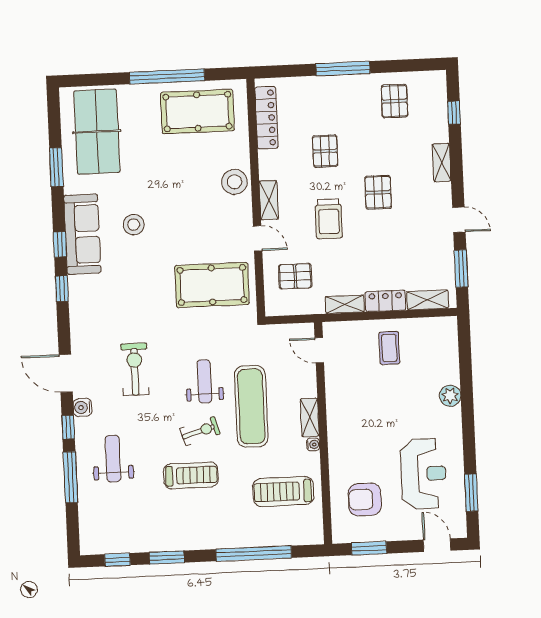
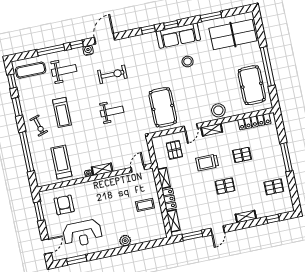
exercise mat: (251, 406) -> (31, 70), moved, width x0.73, depth x0.69
exercise bike: (200, 431) -> (39, 126), moved

